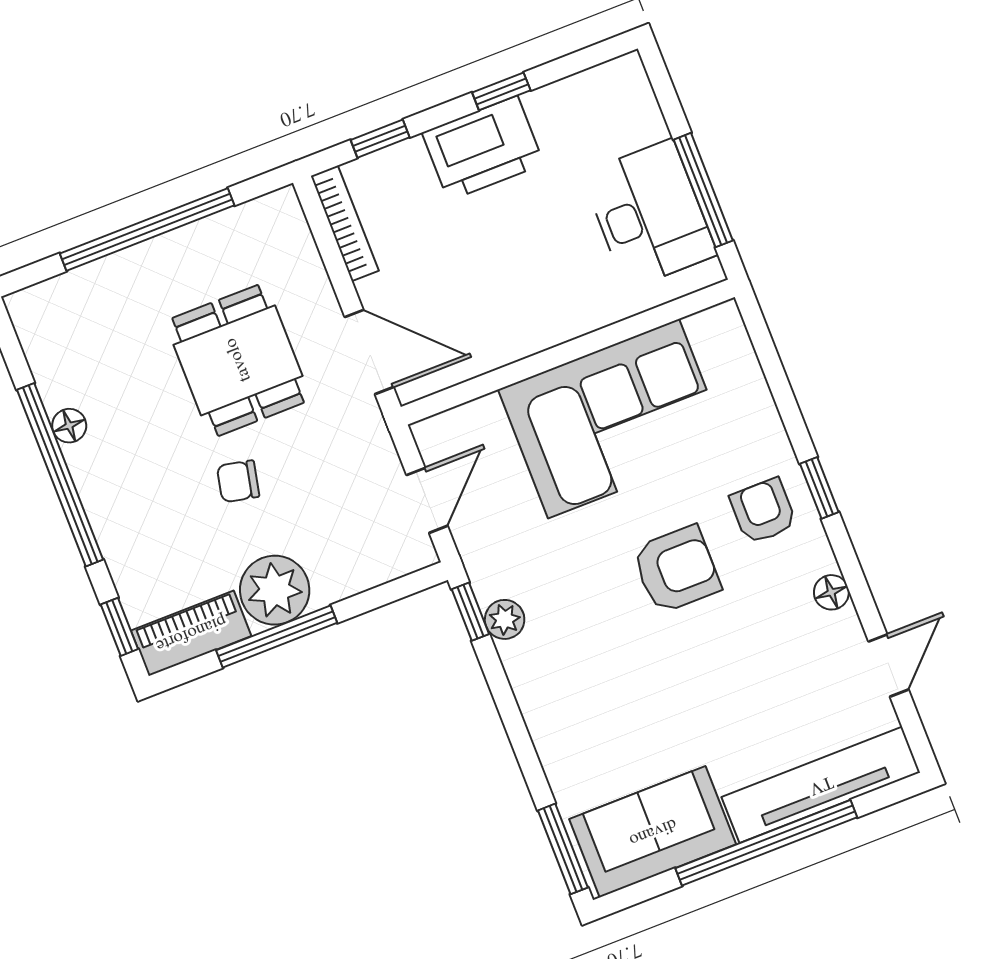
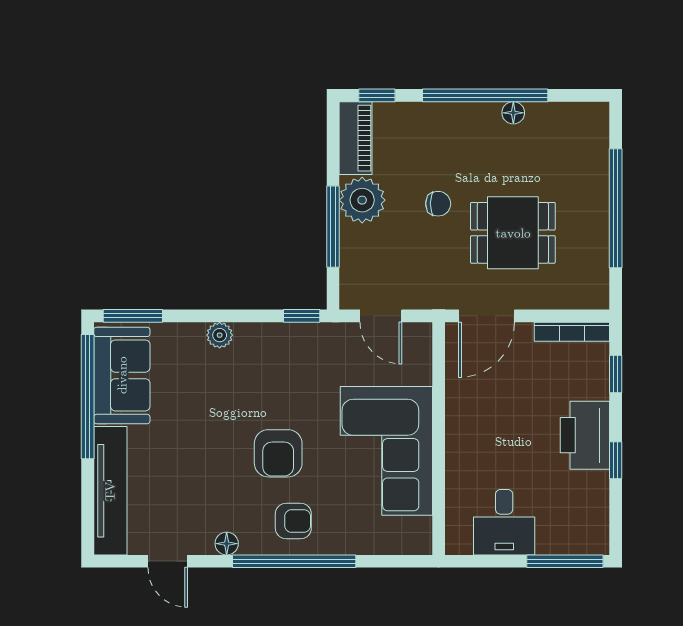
window: (703, 190) -> (565, 561), moved
desk: (649, 214) -> (504, 522), width x0.73
chair: (238, 481) -> (438, 204), turned 78
window: (819, 488) -> (294, 561), width x3.17
plant: (505, 619) -> (220, 335), moved
window: (277, 636) -> (333, 227), moved
window: (766, 843) -> (88, 397), moved

